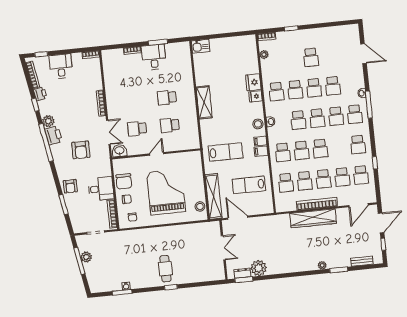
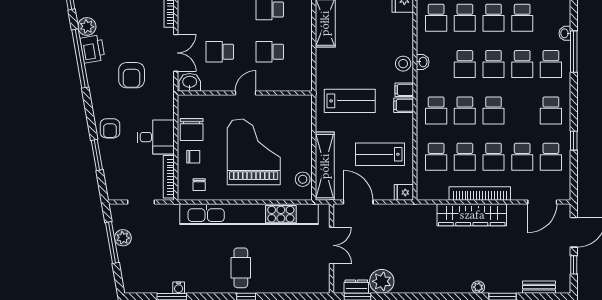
fridge: (256, 96) -> (404, 192), moved
kitchen unit: (167, 233) -> (249, 214), added

